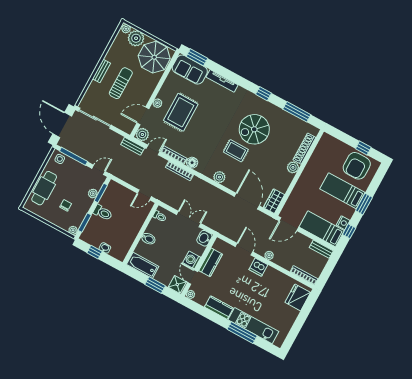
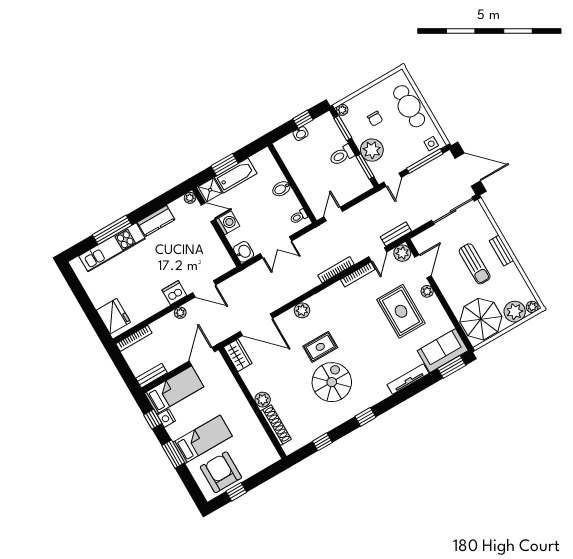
window: (297, 112) -> (322, 442), width x0.46
floor lamp: (192, 163) -> (337, 290), removed
plant: (93, 193) -> (372, 150), width x1.87, depth x1.87
kitchen counter: (211, 262) -> (212, 242), removed
bathtub: (143, 265) -> (236, 175), moved

